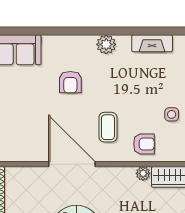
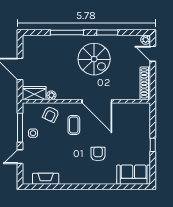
plant: (106, 44) -> (75, 178), removed
armchair: (144, 144) -> (51, 114), turned -65

